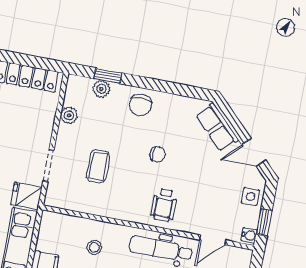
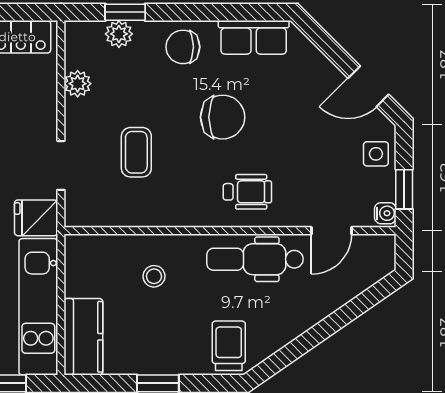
chair: (141, 105) -> (183, 47), turned 90
row of seats: (217, 127) -> (254, 37), moved, turned -45
chair: (157, 154) -> (223, 117), width x1.87, depth x1.87
wheelchair: (164, 205) -> (247, 192), turned -90

